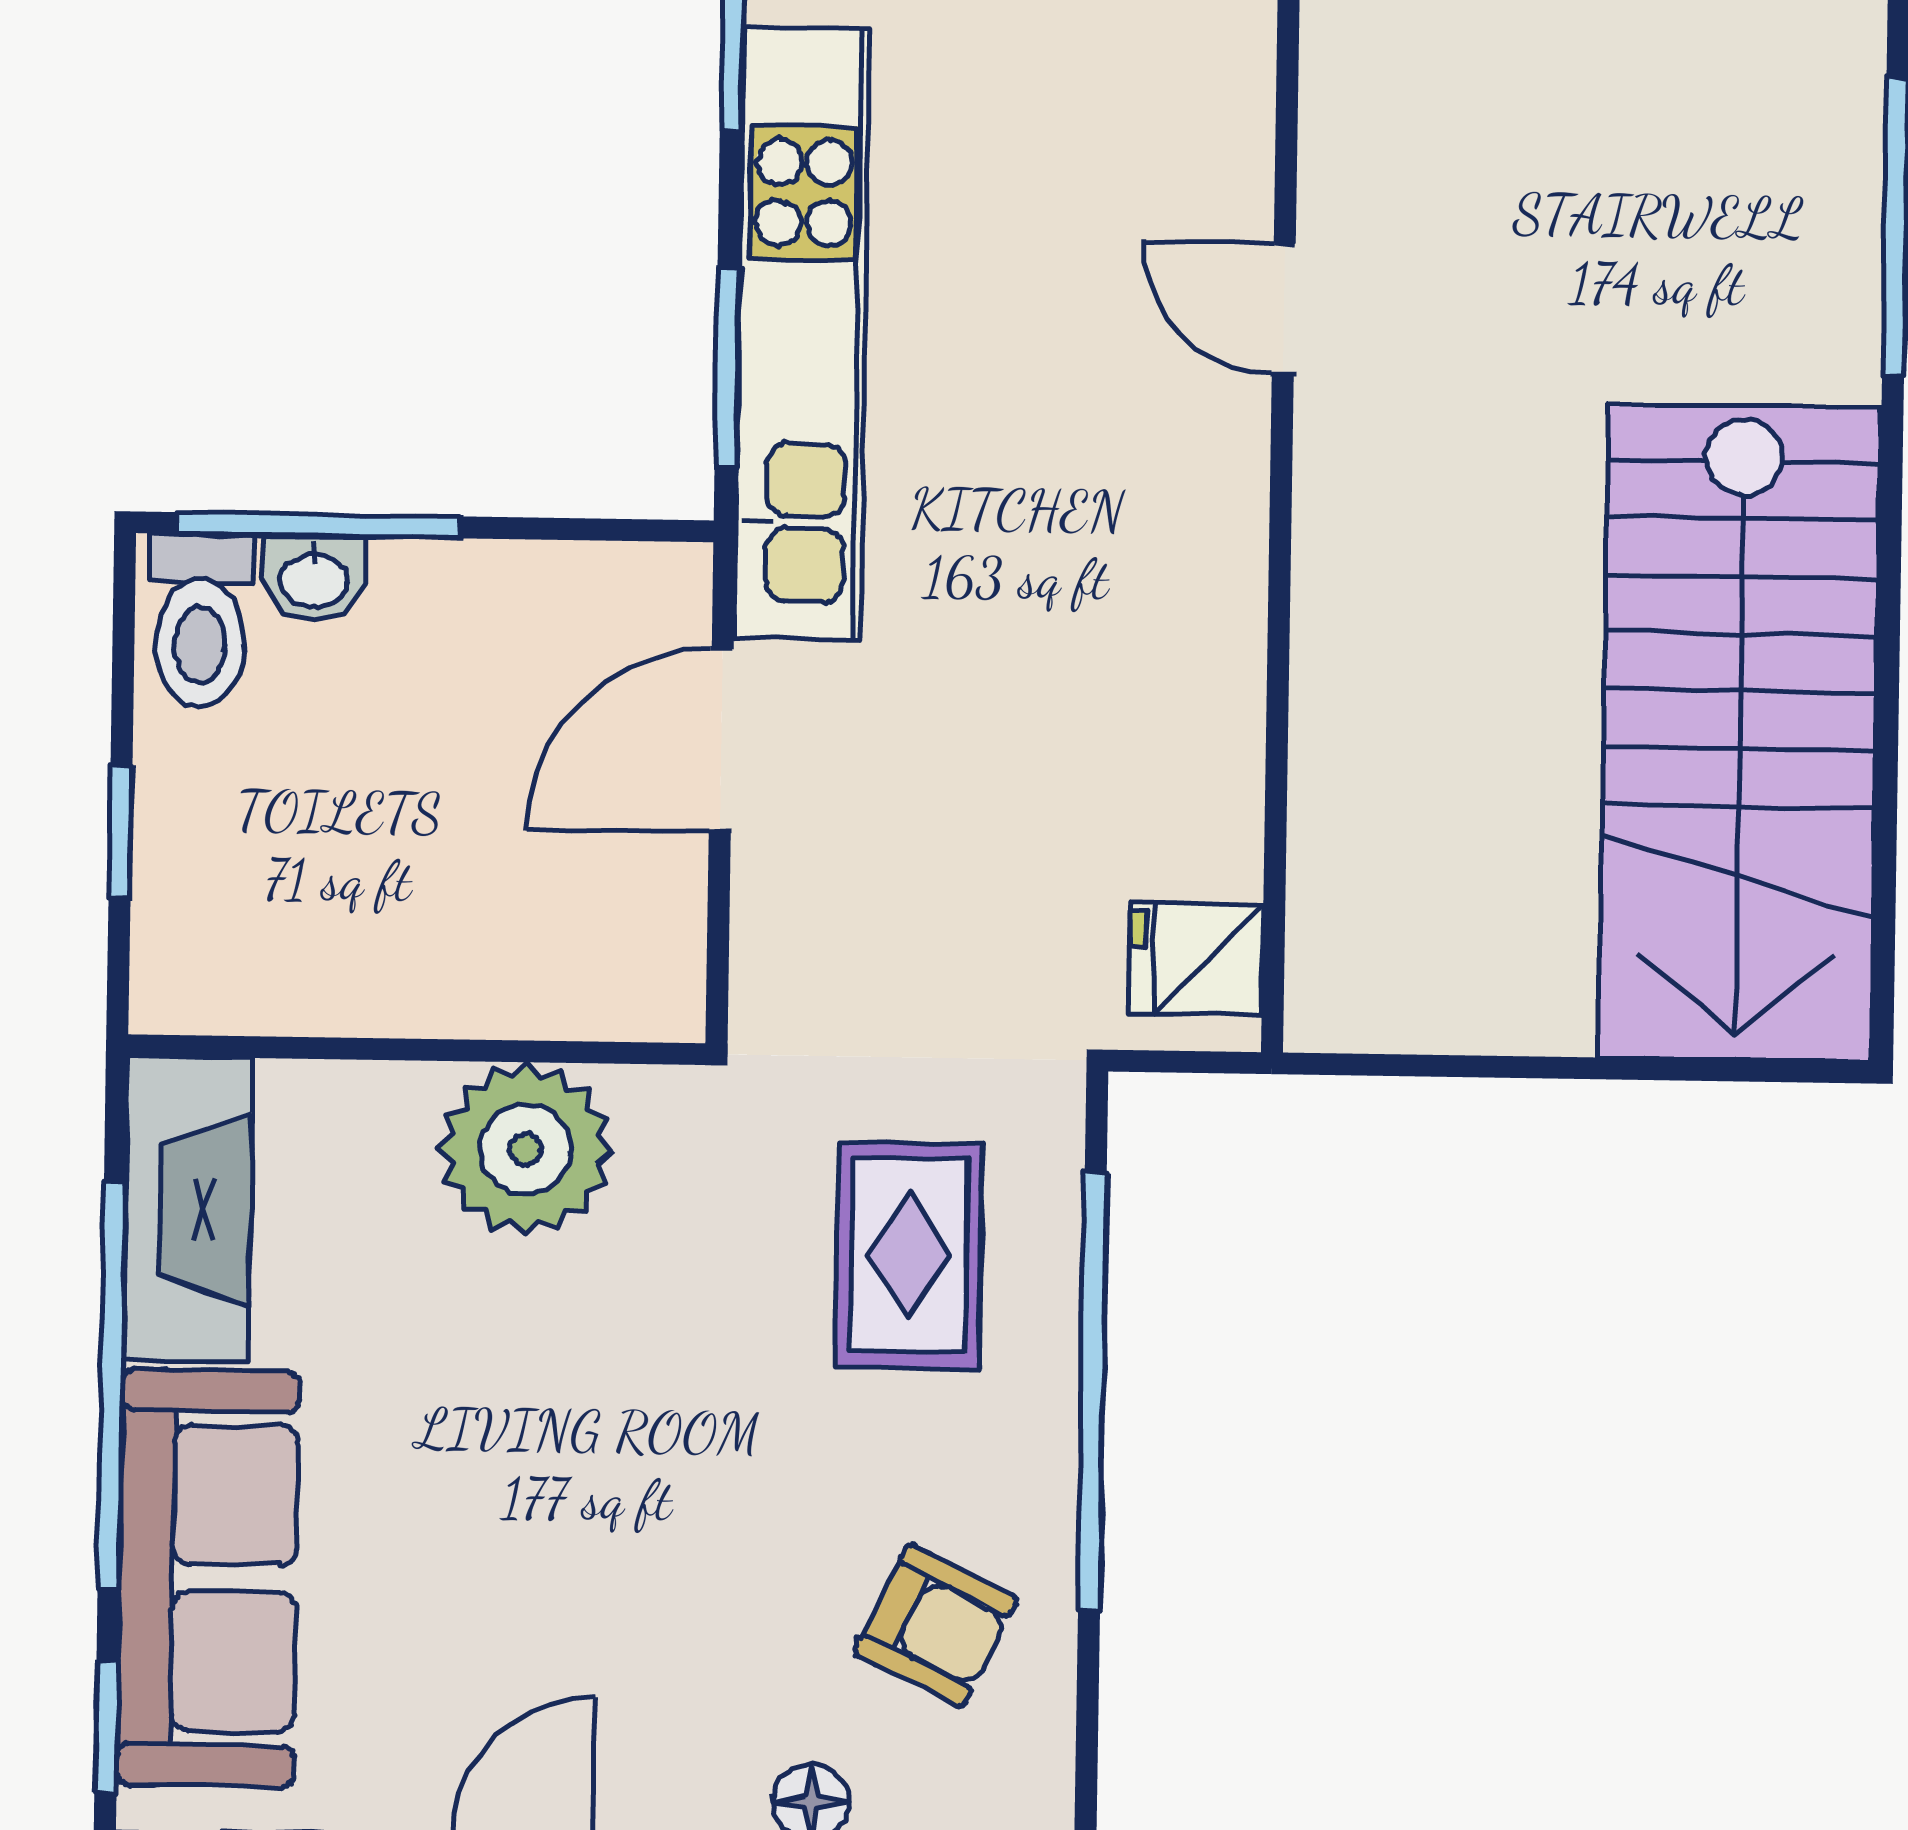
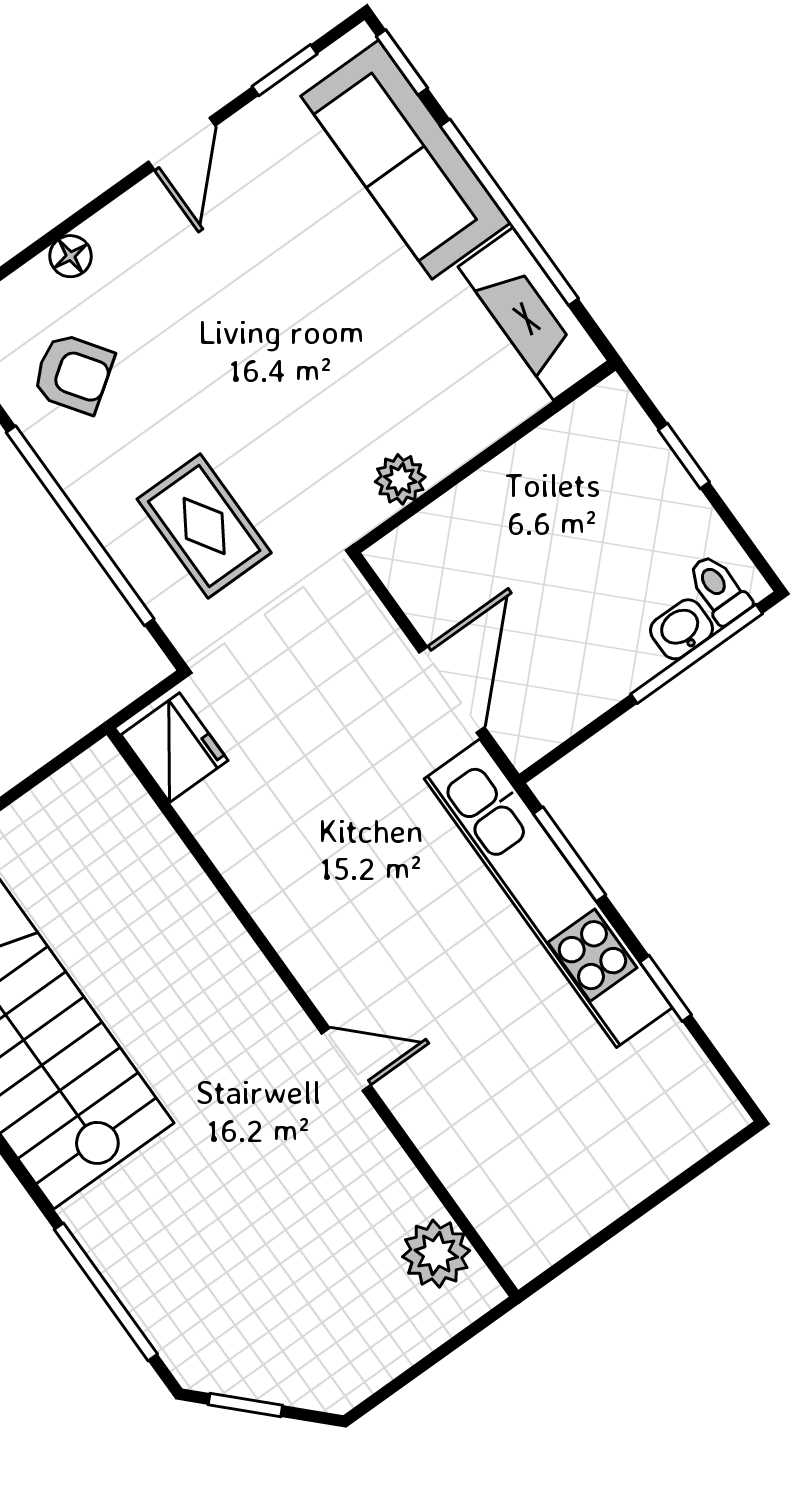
toilet: (200, 621) -> (719, 589), width x0.73, depth x0.72
fridge: (1196, 959) -> (175, 748), width x1.38
plant: (526, 1149) -> (400, 479), width x0.53, depth x0.53
armchair: (936, 1625) -> (73, 373), turned -151

